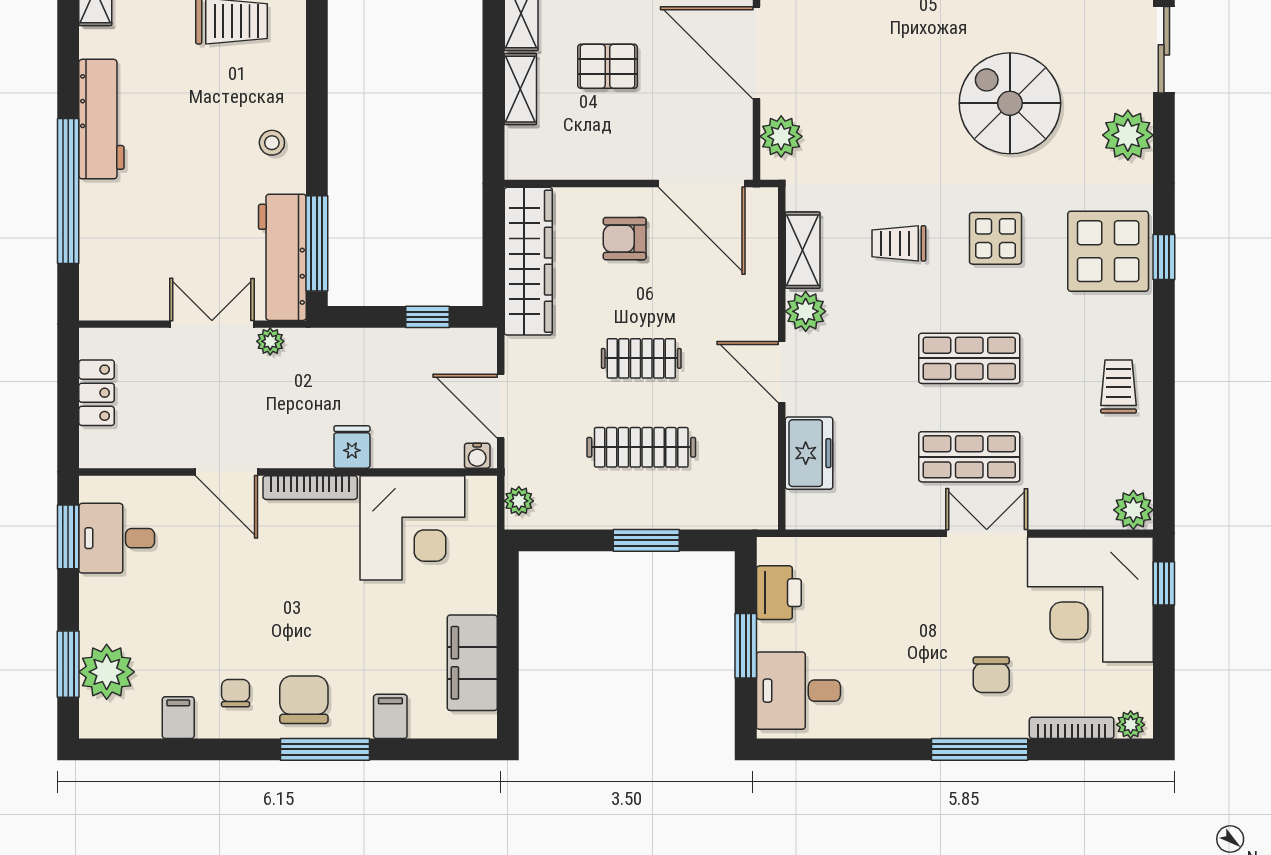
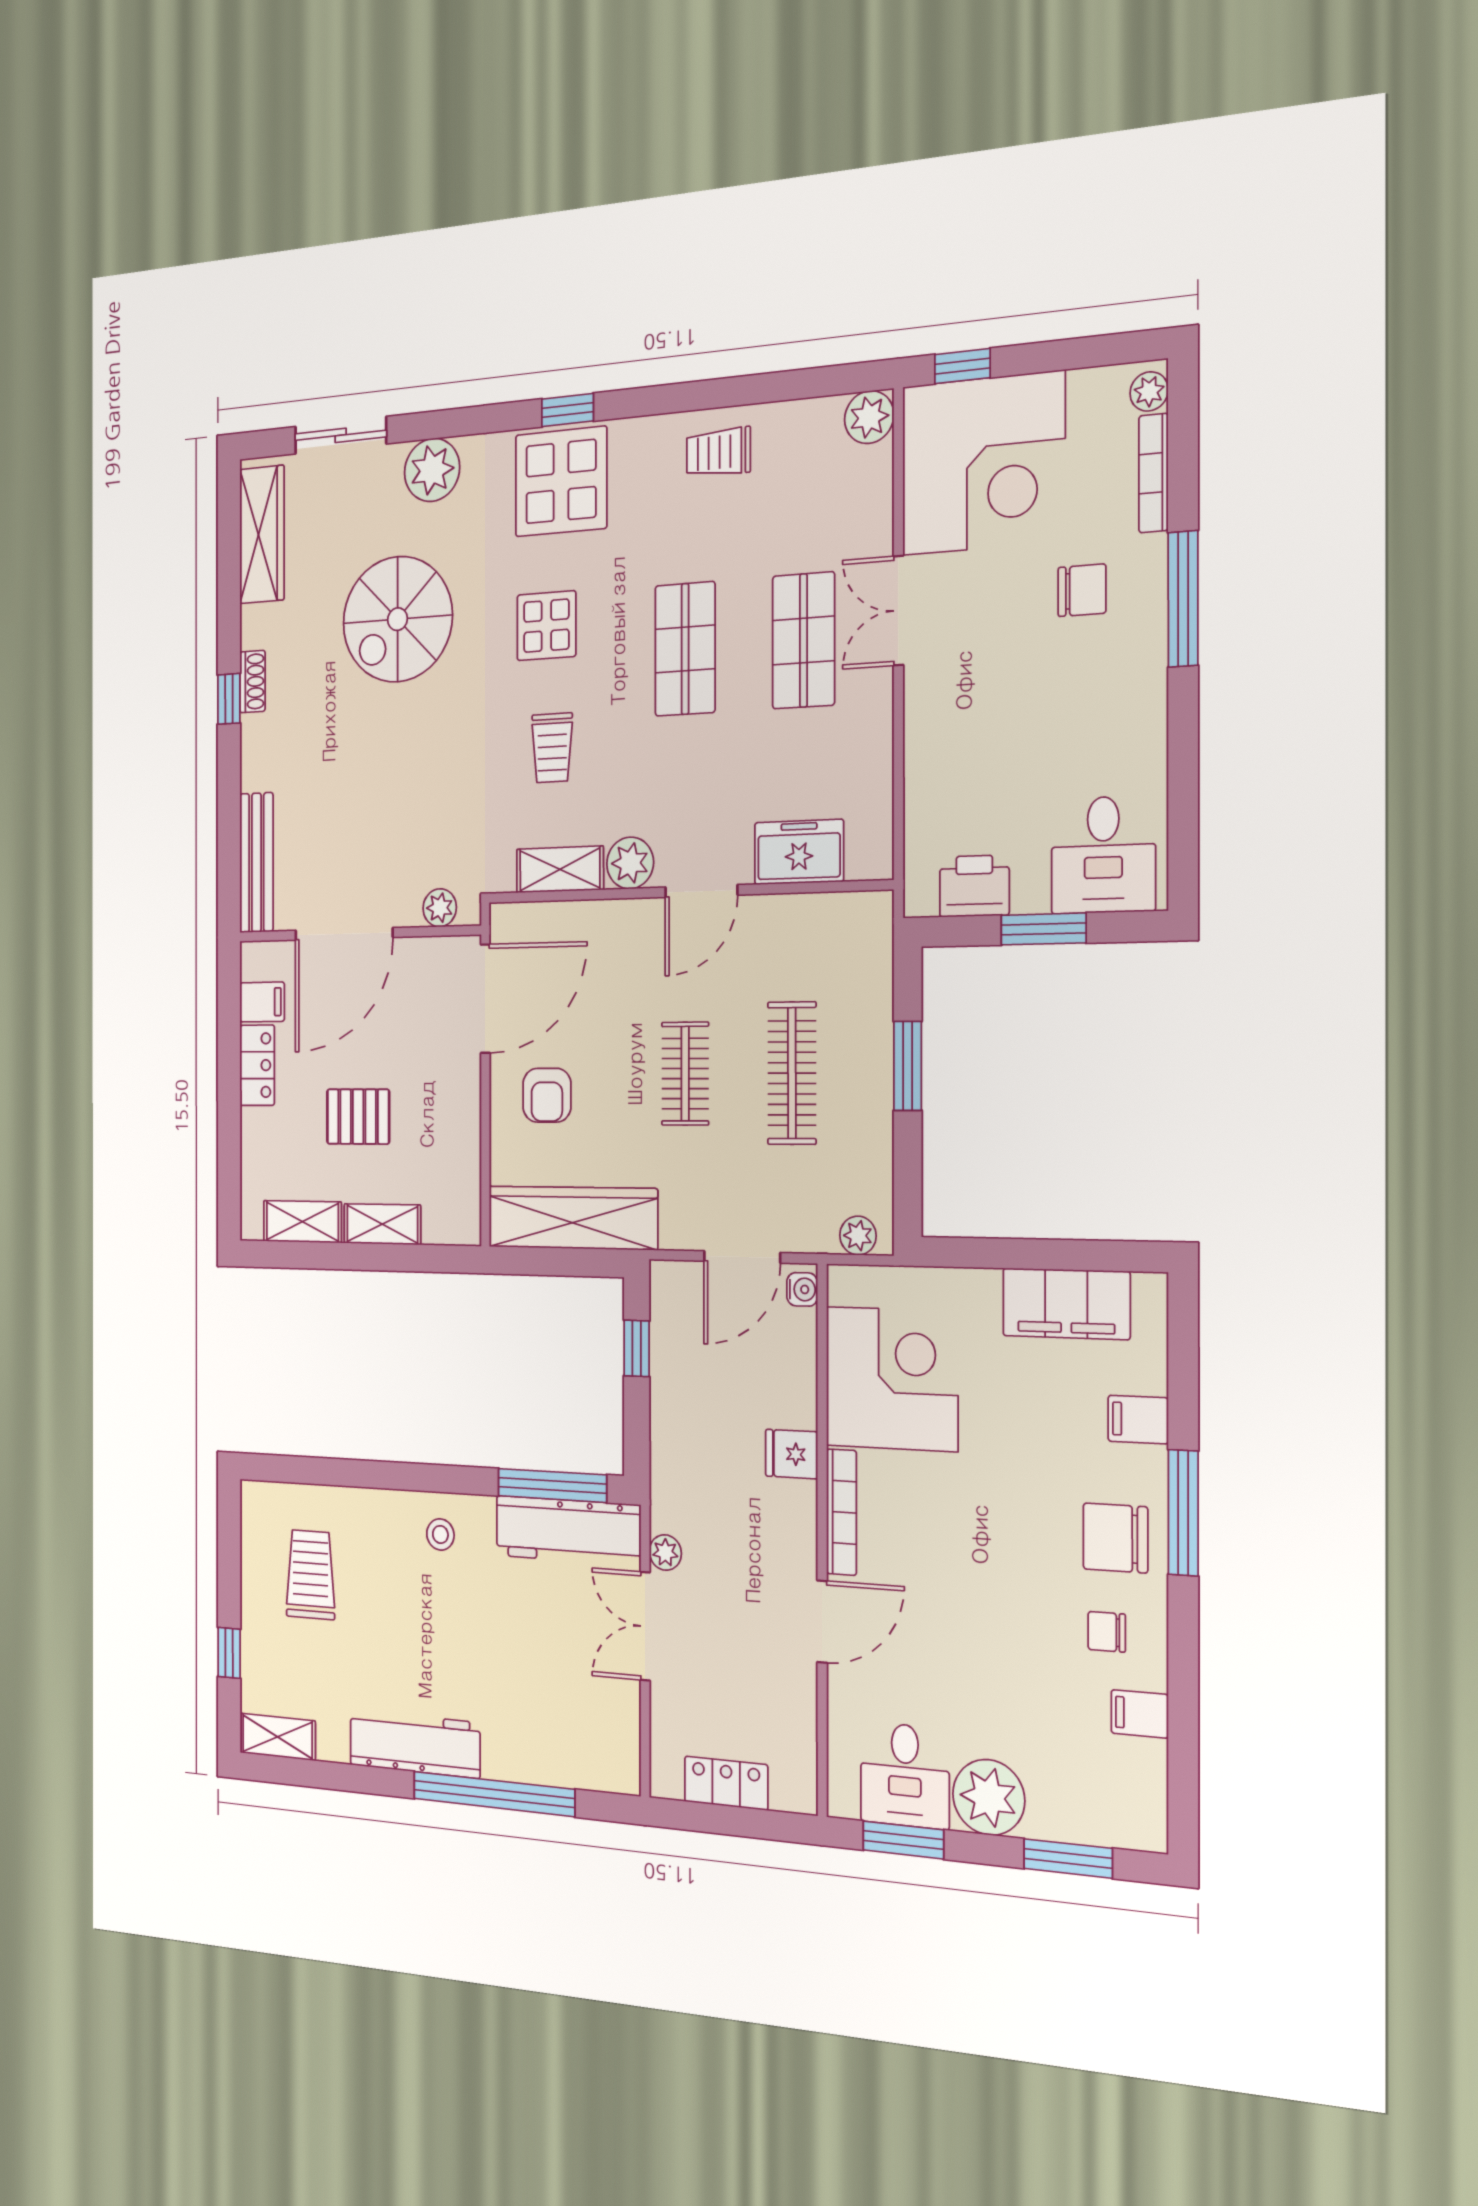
pallet: (607, 66) -> (358, 1117), turned 90
plant: (781, 136) -> (440, 908), width x0.73, depth x0.73
plant: (107, 672) -> (989, 1797), moved

